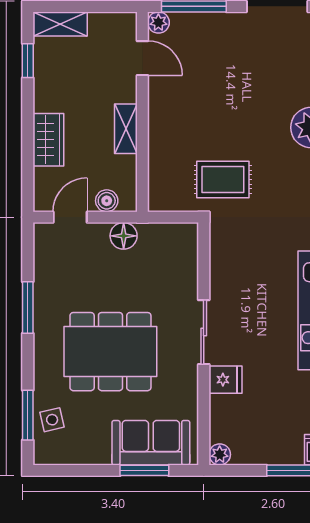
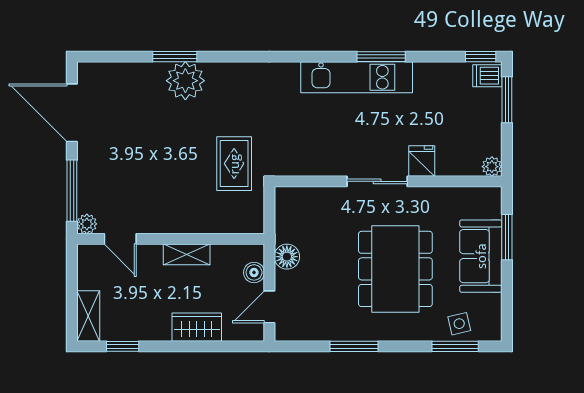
door: (142, 58) -> (120, 239), swing flipped
door: (70, 217) -> (269, 307), hinge flipped
sofa: (151, 443) -> (481, 256), moved

